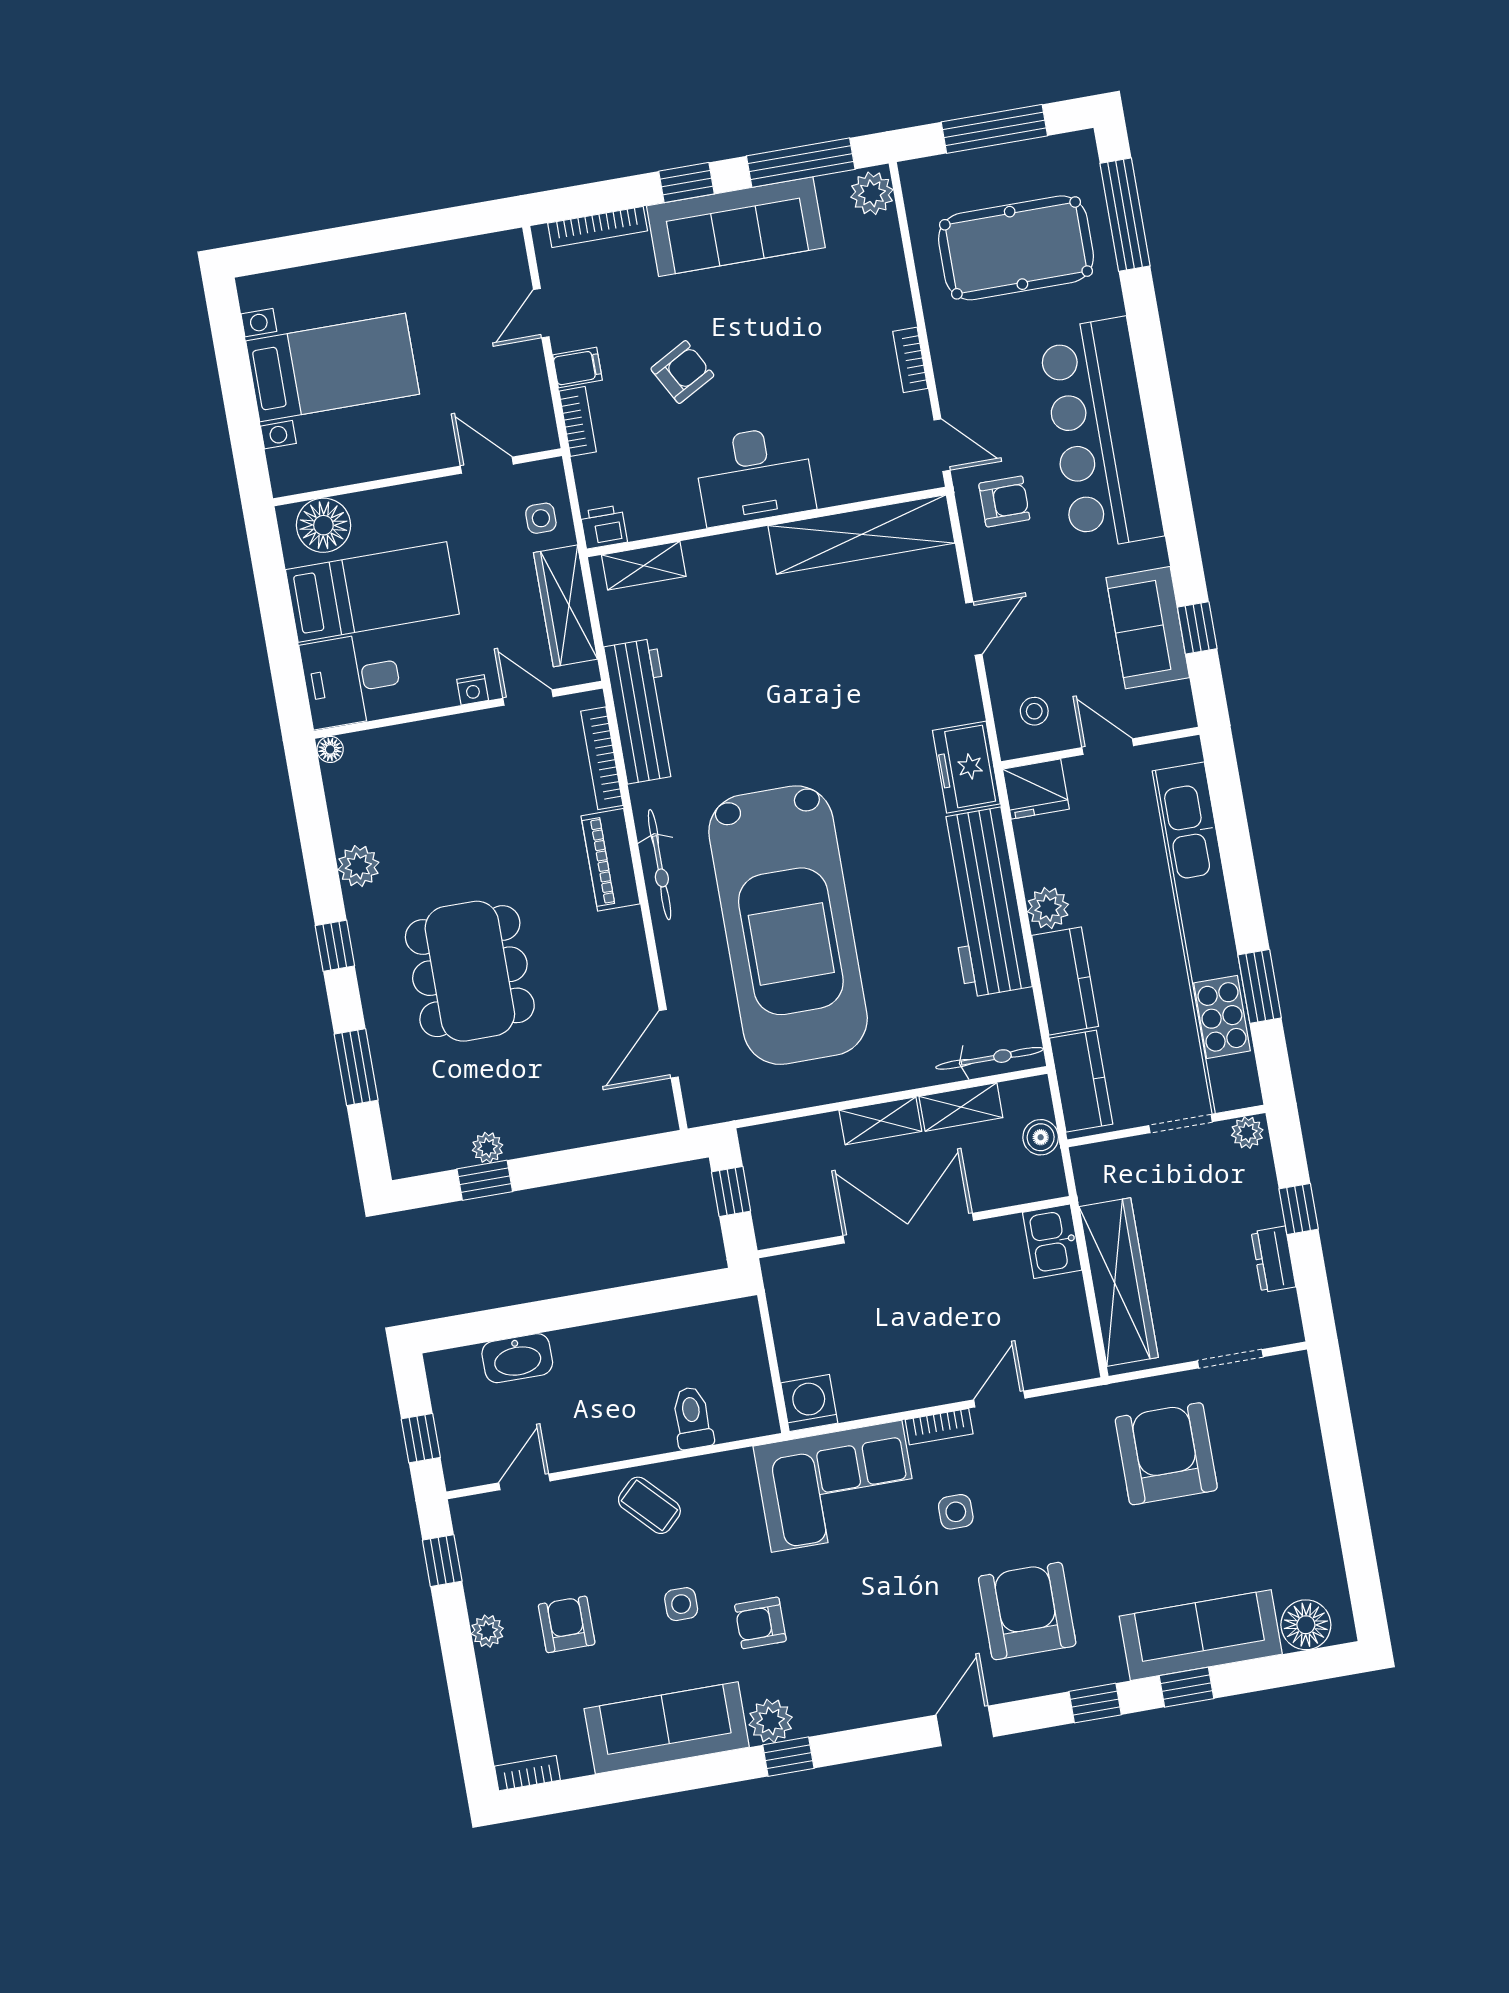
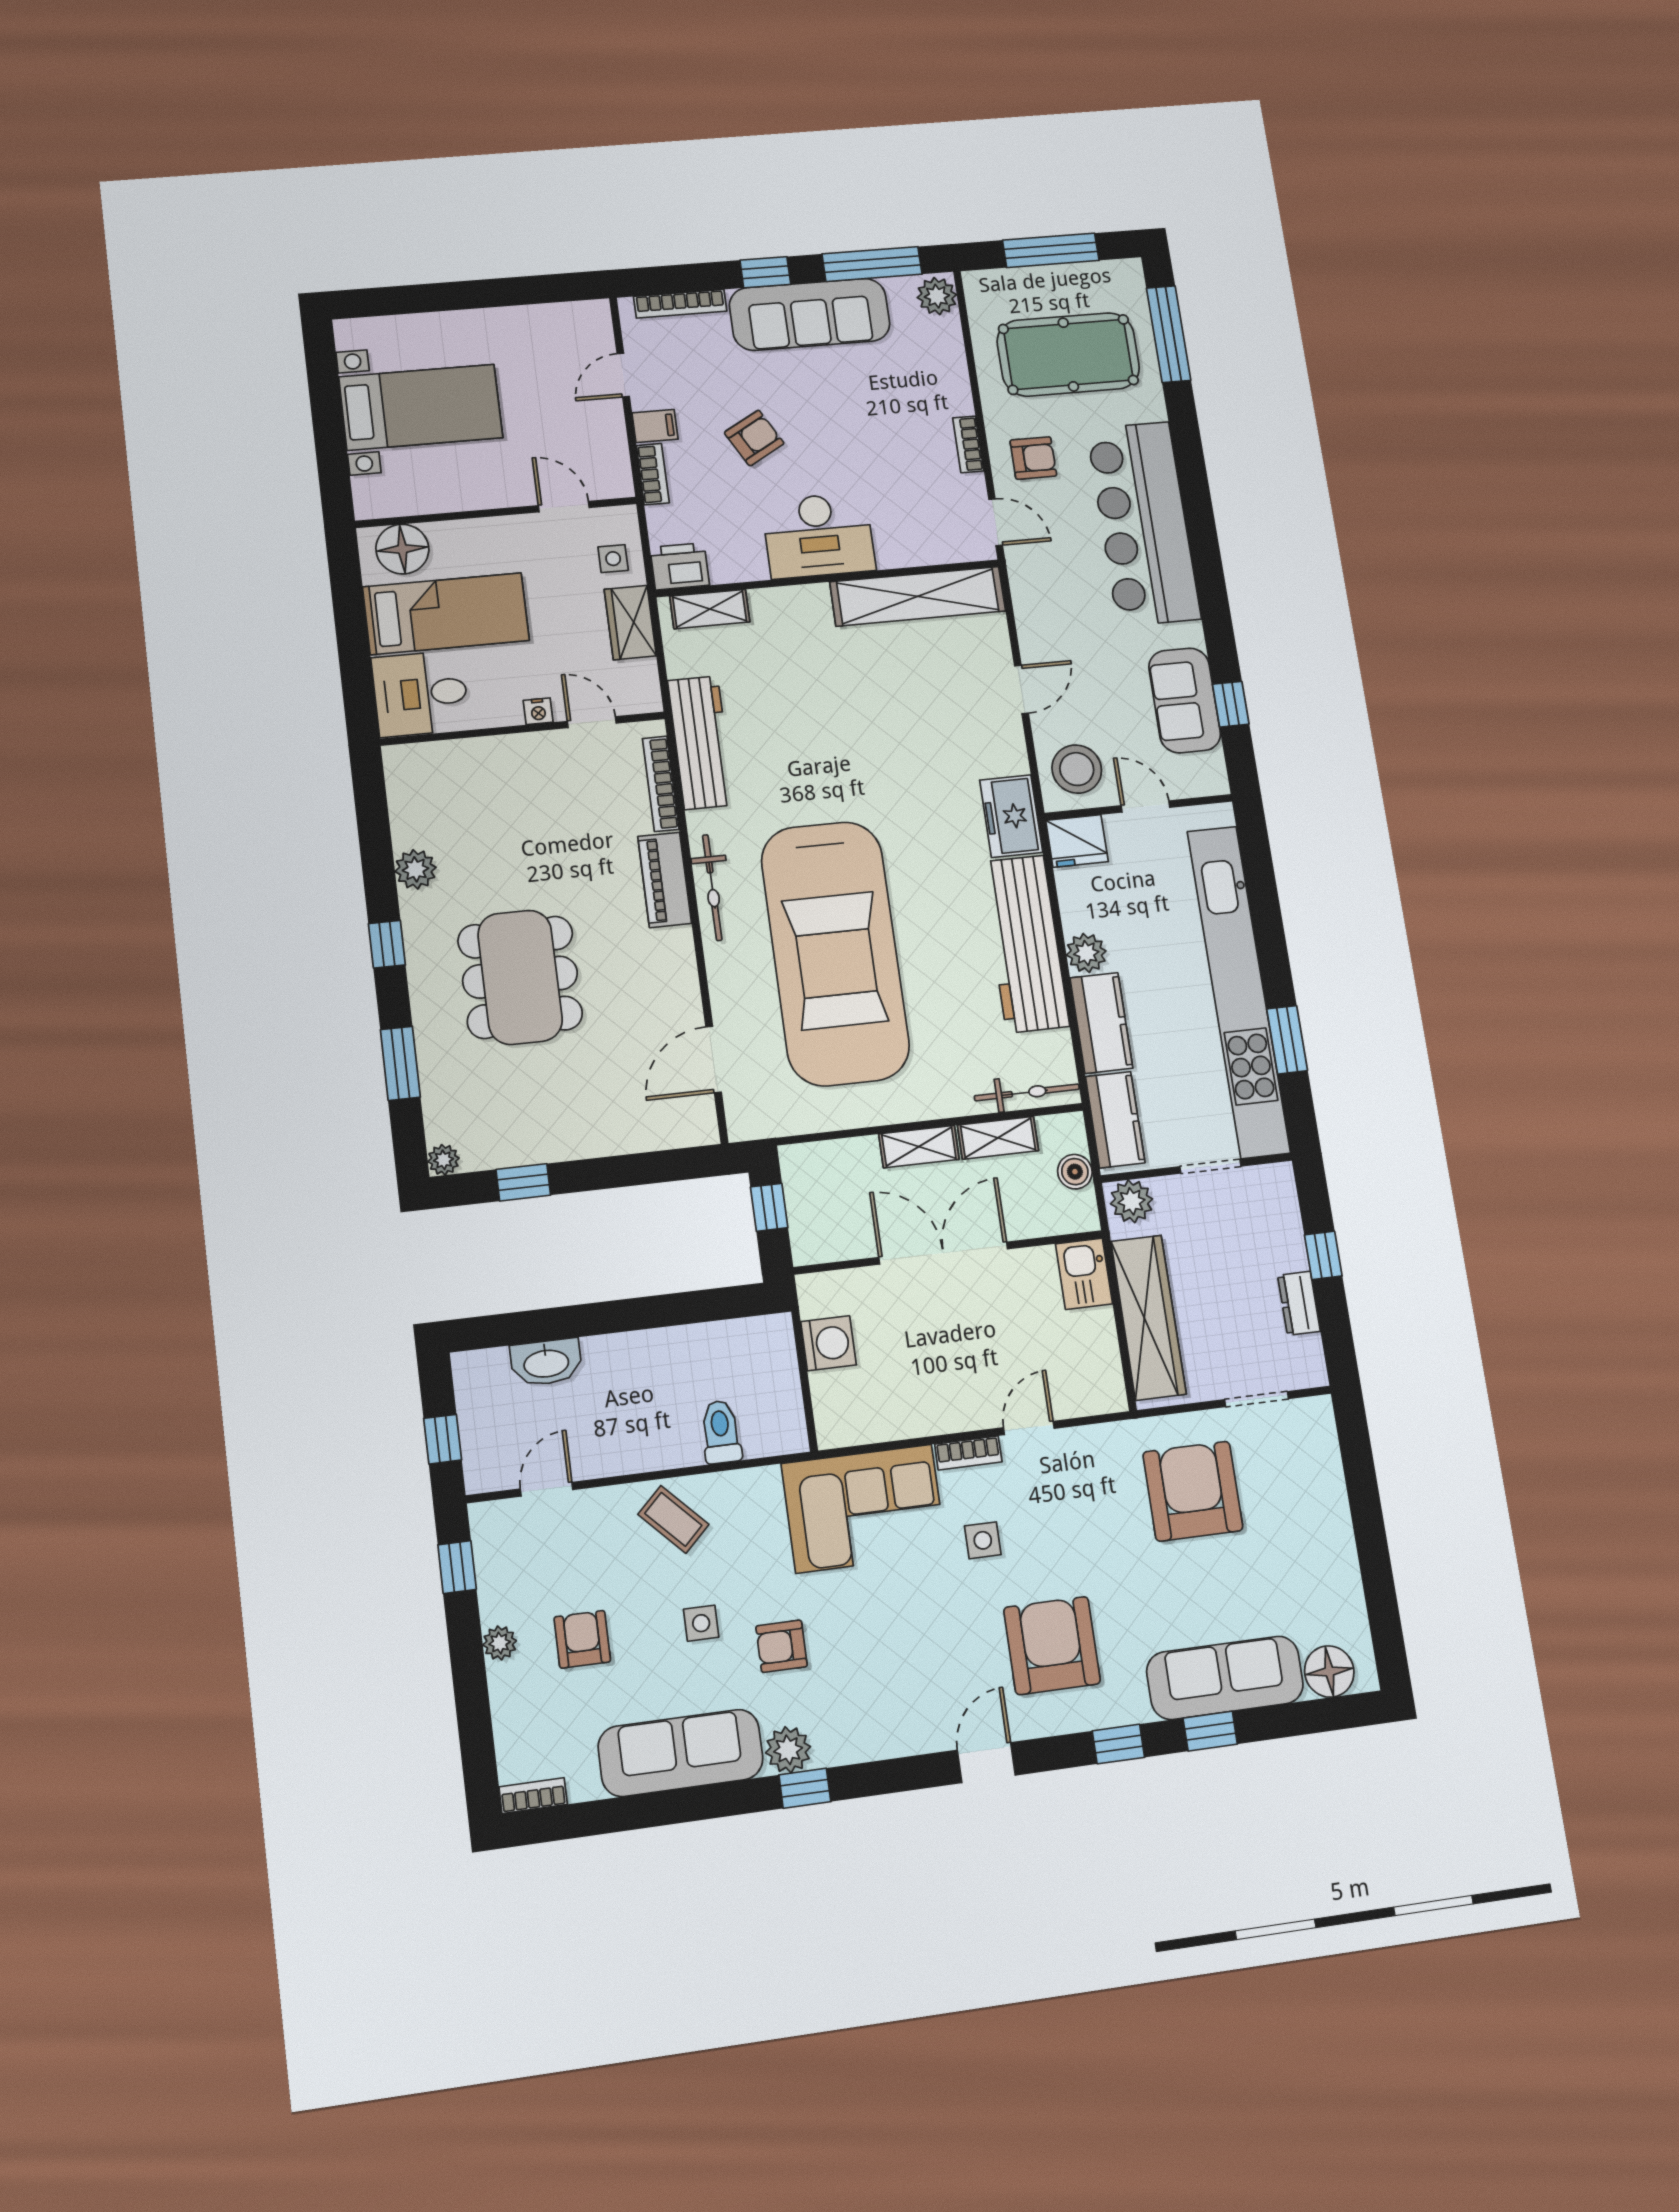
armchair: (1004, 501) -> (1033, 458), moved
printer: (604, 527) -> (680, 566), width x1.36, depth x1.24
wardrobe: (565, 606) -> (630, 623), width x0.67
stool: (1034, 711) -> (1077, 769), width x1.89, depth x1.89
floor lamp: (330, 749) -> (395, 757), removed
plant: (1247, 1133) -> (1132, 1201), moved, width x1.38, depth x1.38
plant: (488, 1148) -> (443, 1160), moved
washing machine: (809, 1403) -> (828, 1343), moved, turned 90

